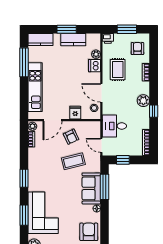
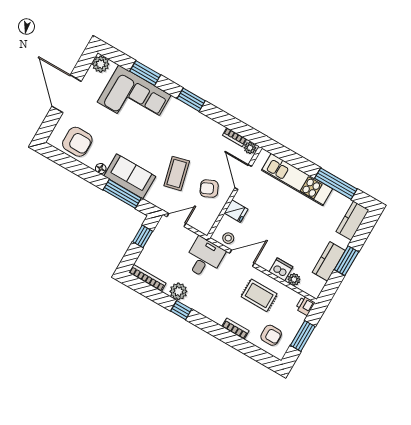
plant: (143, 101) -> (178, 291), moved
desk: (114, 126) -> (204, 258), moved

